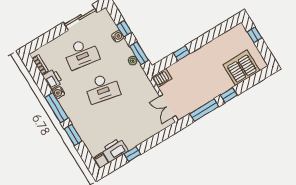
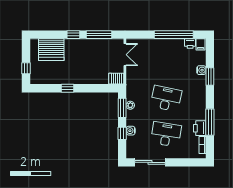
window: (182, 53) -> (67, 88), moved
water cooler: (59, 93) -> (201, 70), moved
window: (57, 108) -> (210, 122), moved
printer: (115, 150) -> (190, 43), width x0.53, depth x0.68
window: (132, 154) -> (174, 35), width x3.17

